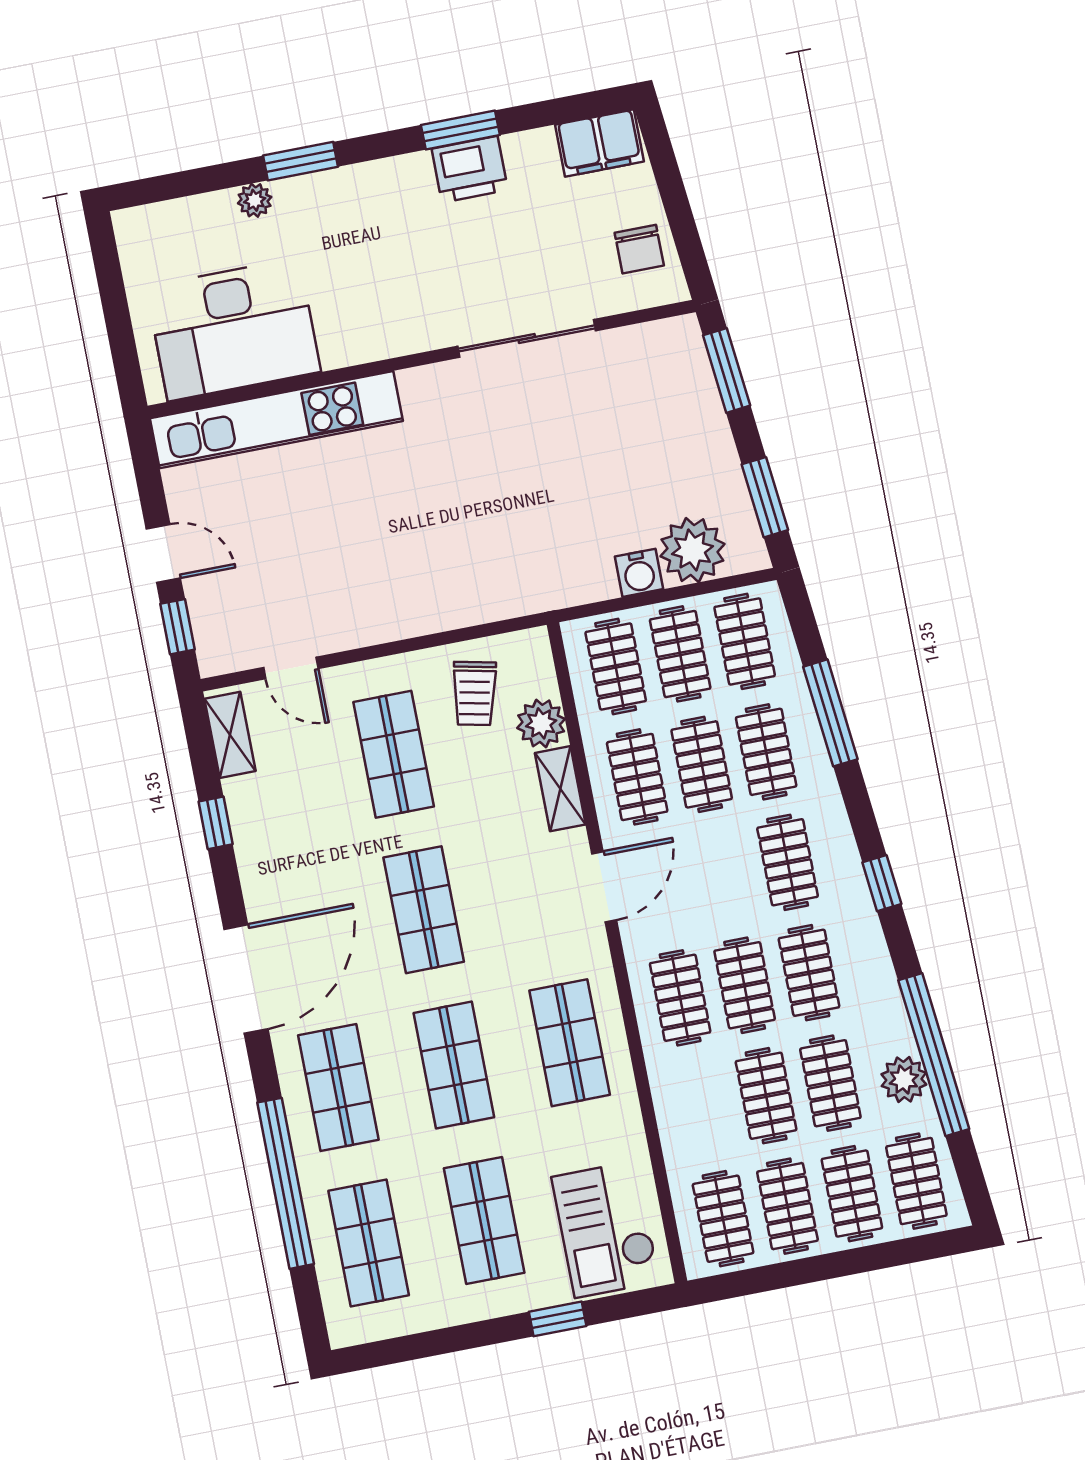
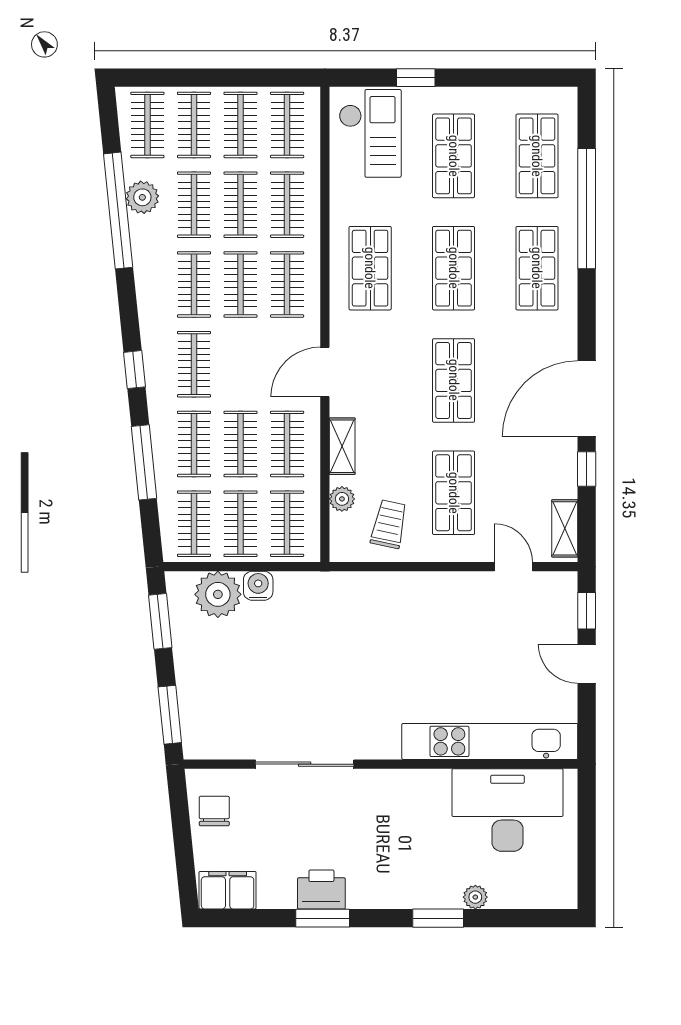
plant: (541, 723) -> (342, 499), width x0.73, depth x0.73
window: (882, 883) -> (134, 370), moved
door: (246, 979) -> (587, 399), moved
clothes rail: (702, 1108) -> (287, 205), added

